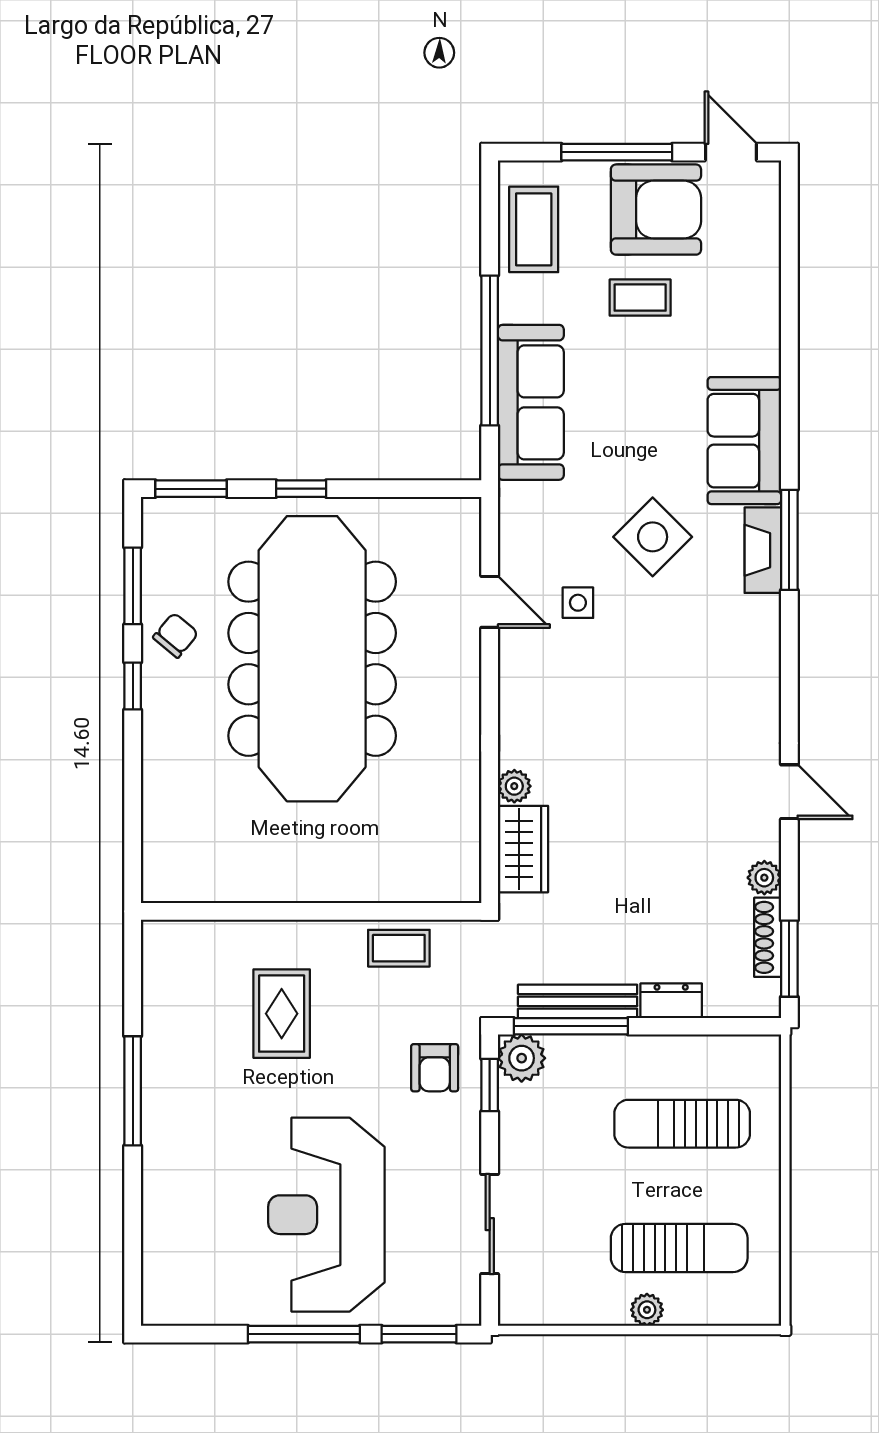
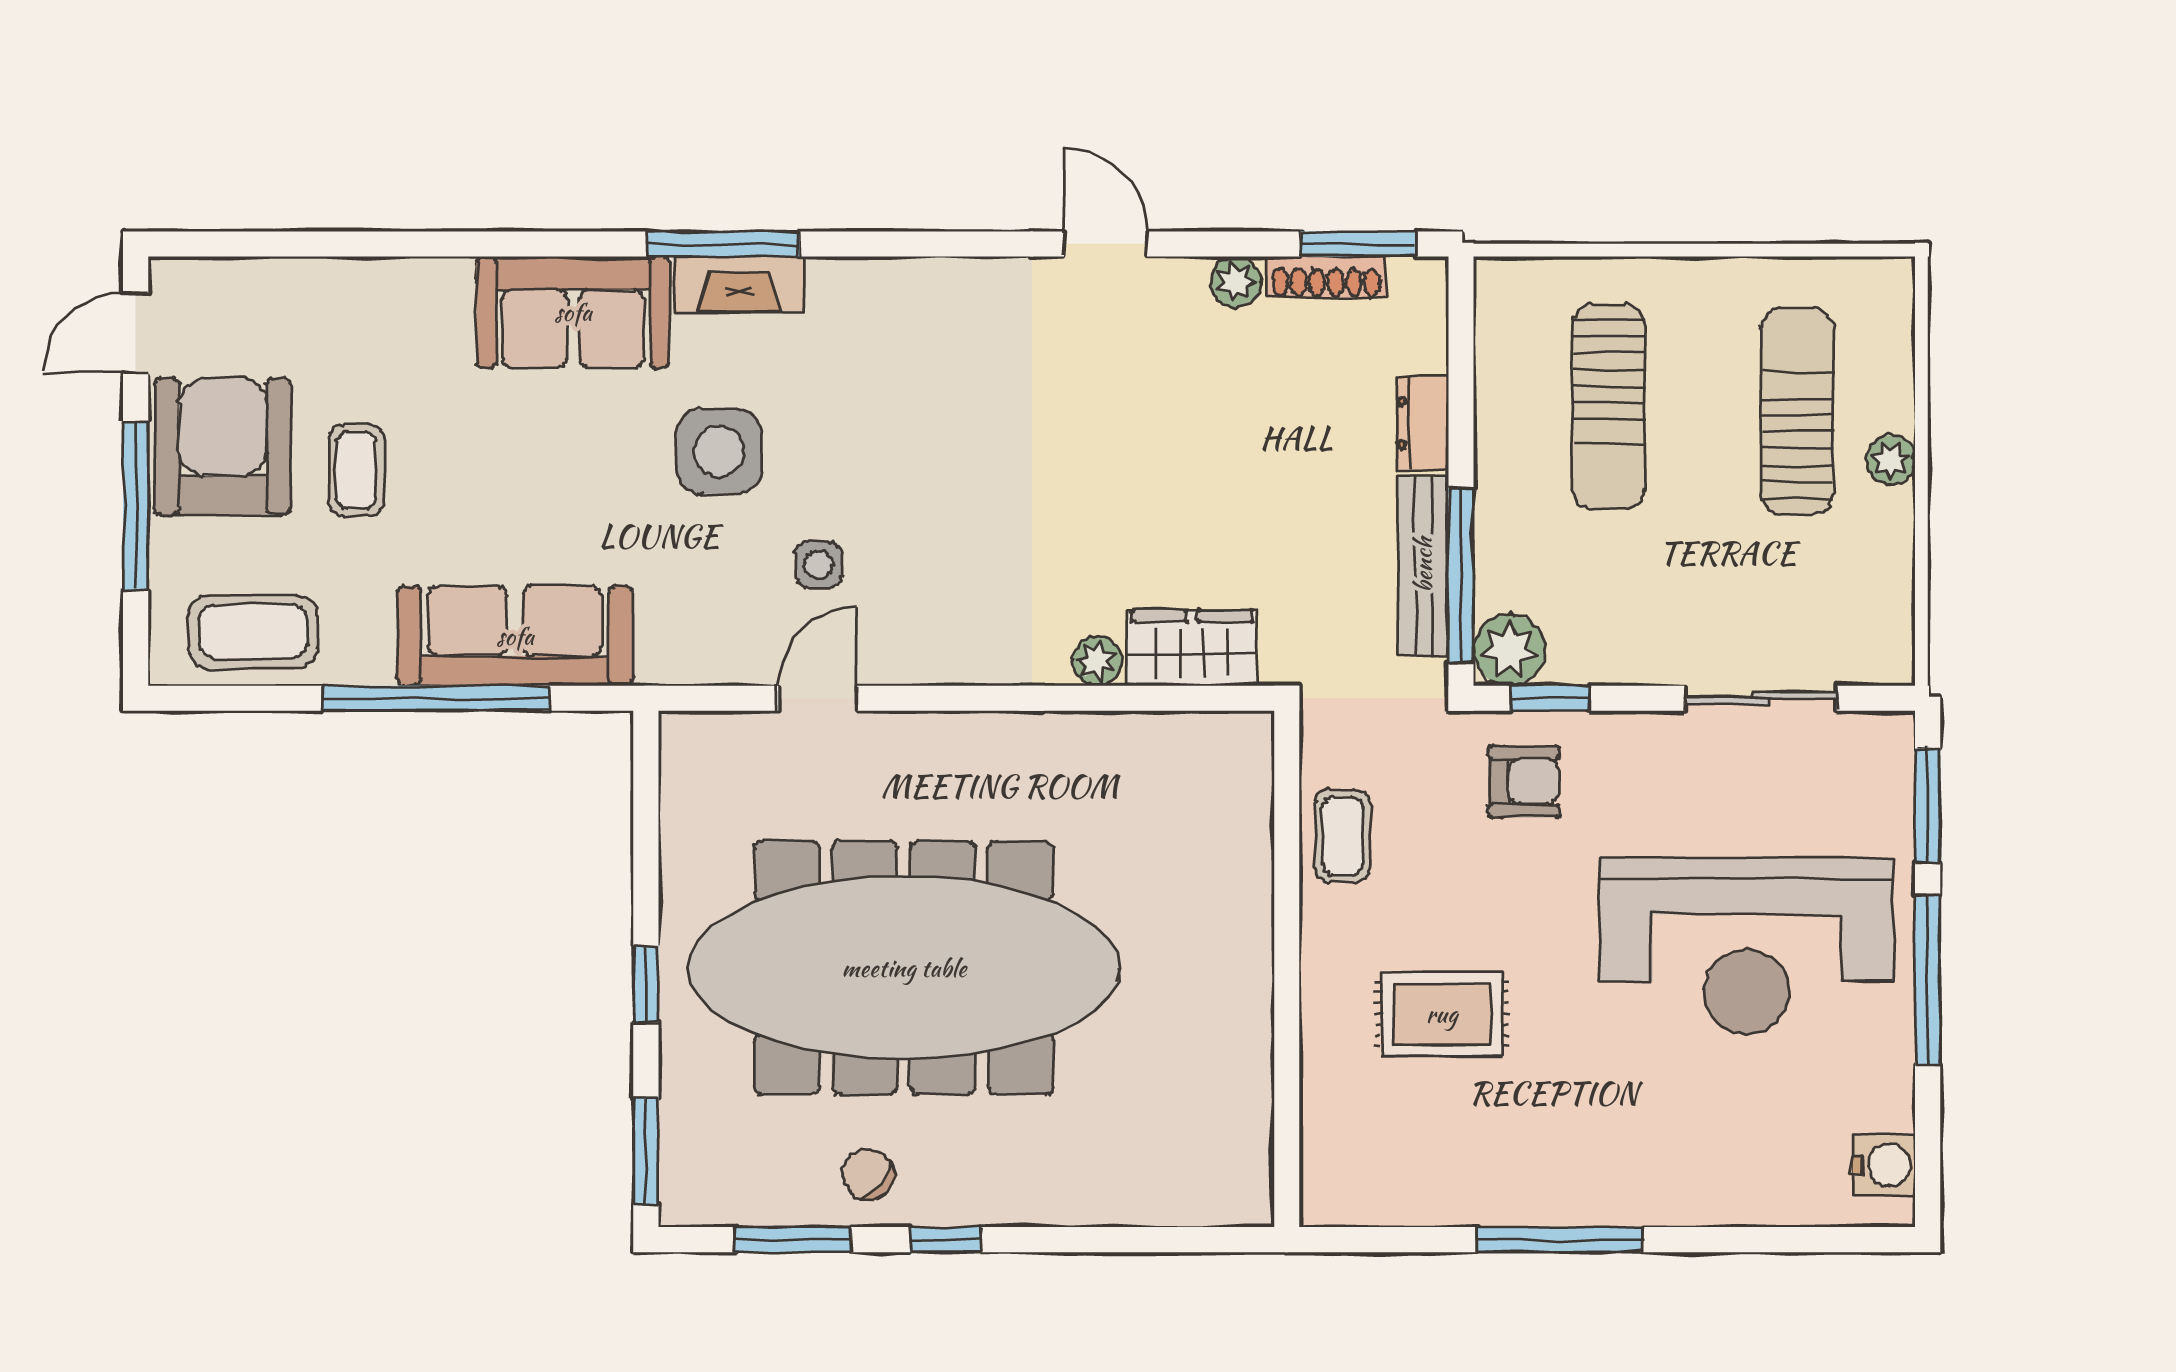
side table: (653, 537) -> (719, 451), turned 45
door: (789, 792) -> (1105, 244), hinge flipped
water cooler: (182, 1305) -> (1884, 1165), added

